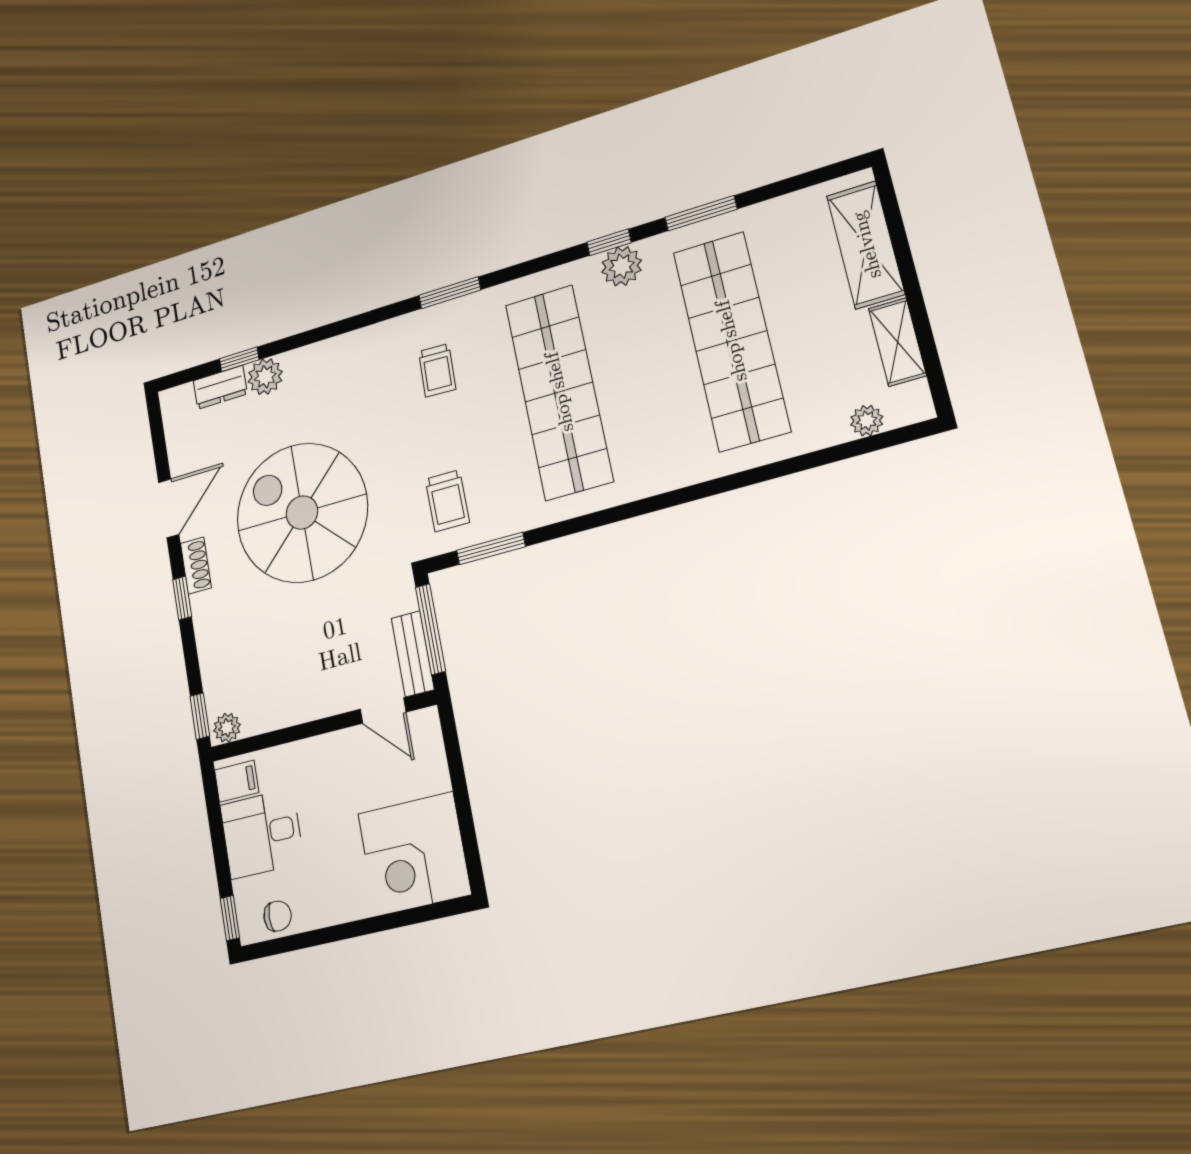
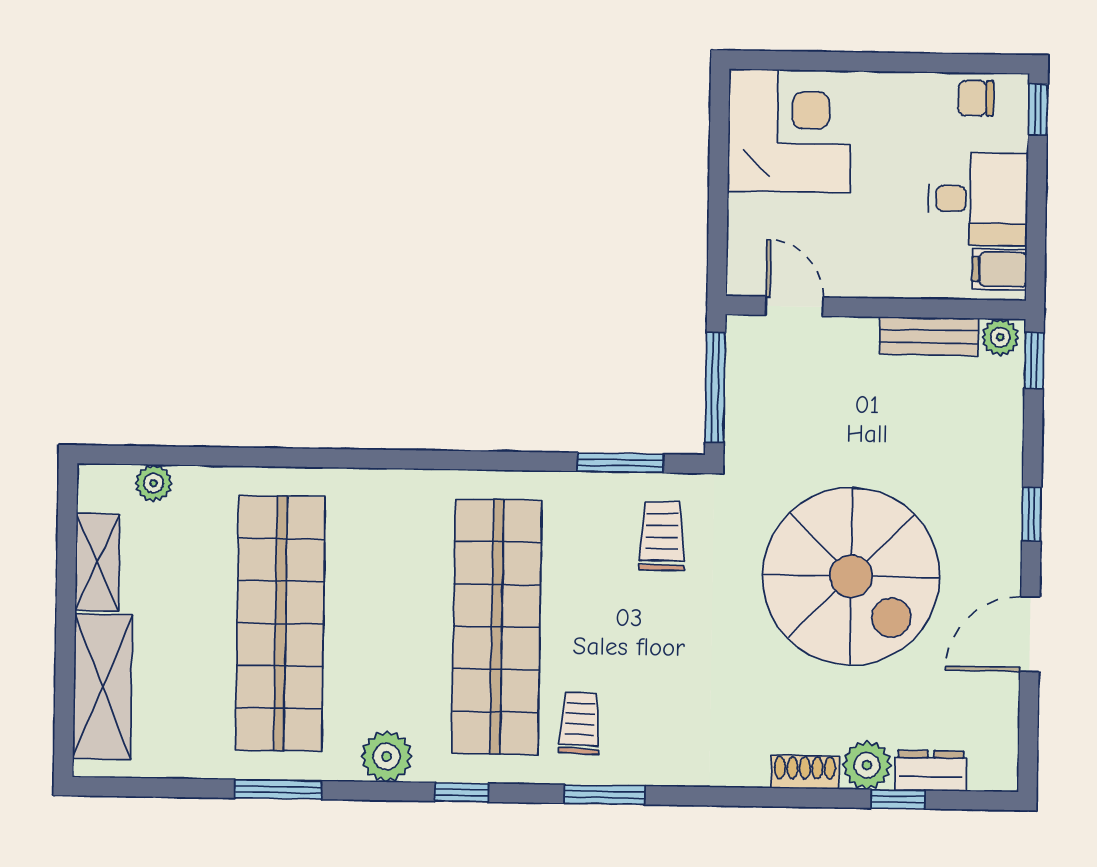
window: (609, 242) -> (461, 792), moved
trolley: (437, 370) -> (580, 723), moved
shoe rack: (196, 566) -> (805, 772), moved, turned 90
bench: (413, 654) -> (929, 336), moved, turned 90

